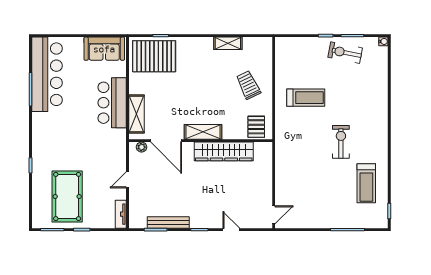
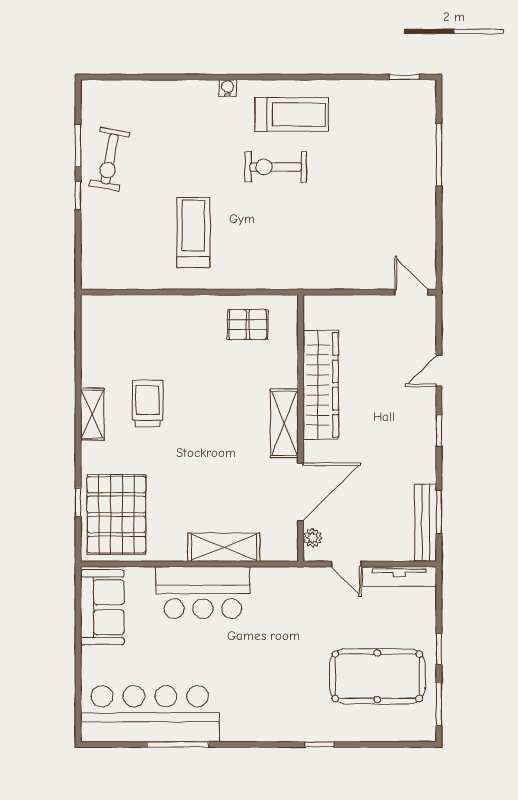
water cooler: (383, 41) -> (228, 88), moved
shelving: (228, 43) -> (92, 414), moved
trolley: (248, 85) -> (148, 403), moved, turned 116
shelving: (203, 132) -> (284, 423), moved
door: (166, 141) -> (301, 492), moved
wall: (201, 141) -> (301, 428), moved
plant: (142, 147) -> (313, 538), moved
wardrobe: (224, 151) -> (321, 385), moved
treadmill: (366, 183) -> (292, 114), moved
tv unit: (121, 214) -> (399, 577), width x1.41
bench: (168, 222) -> (426, 523), moved

